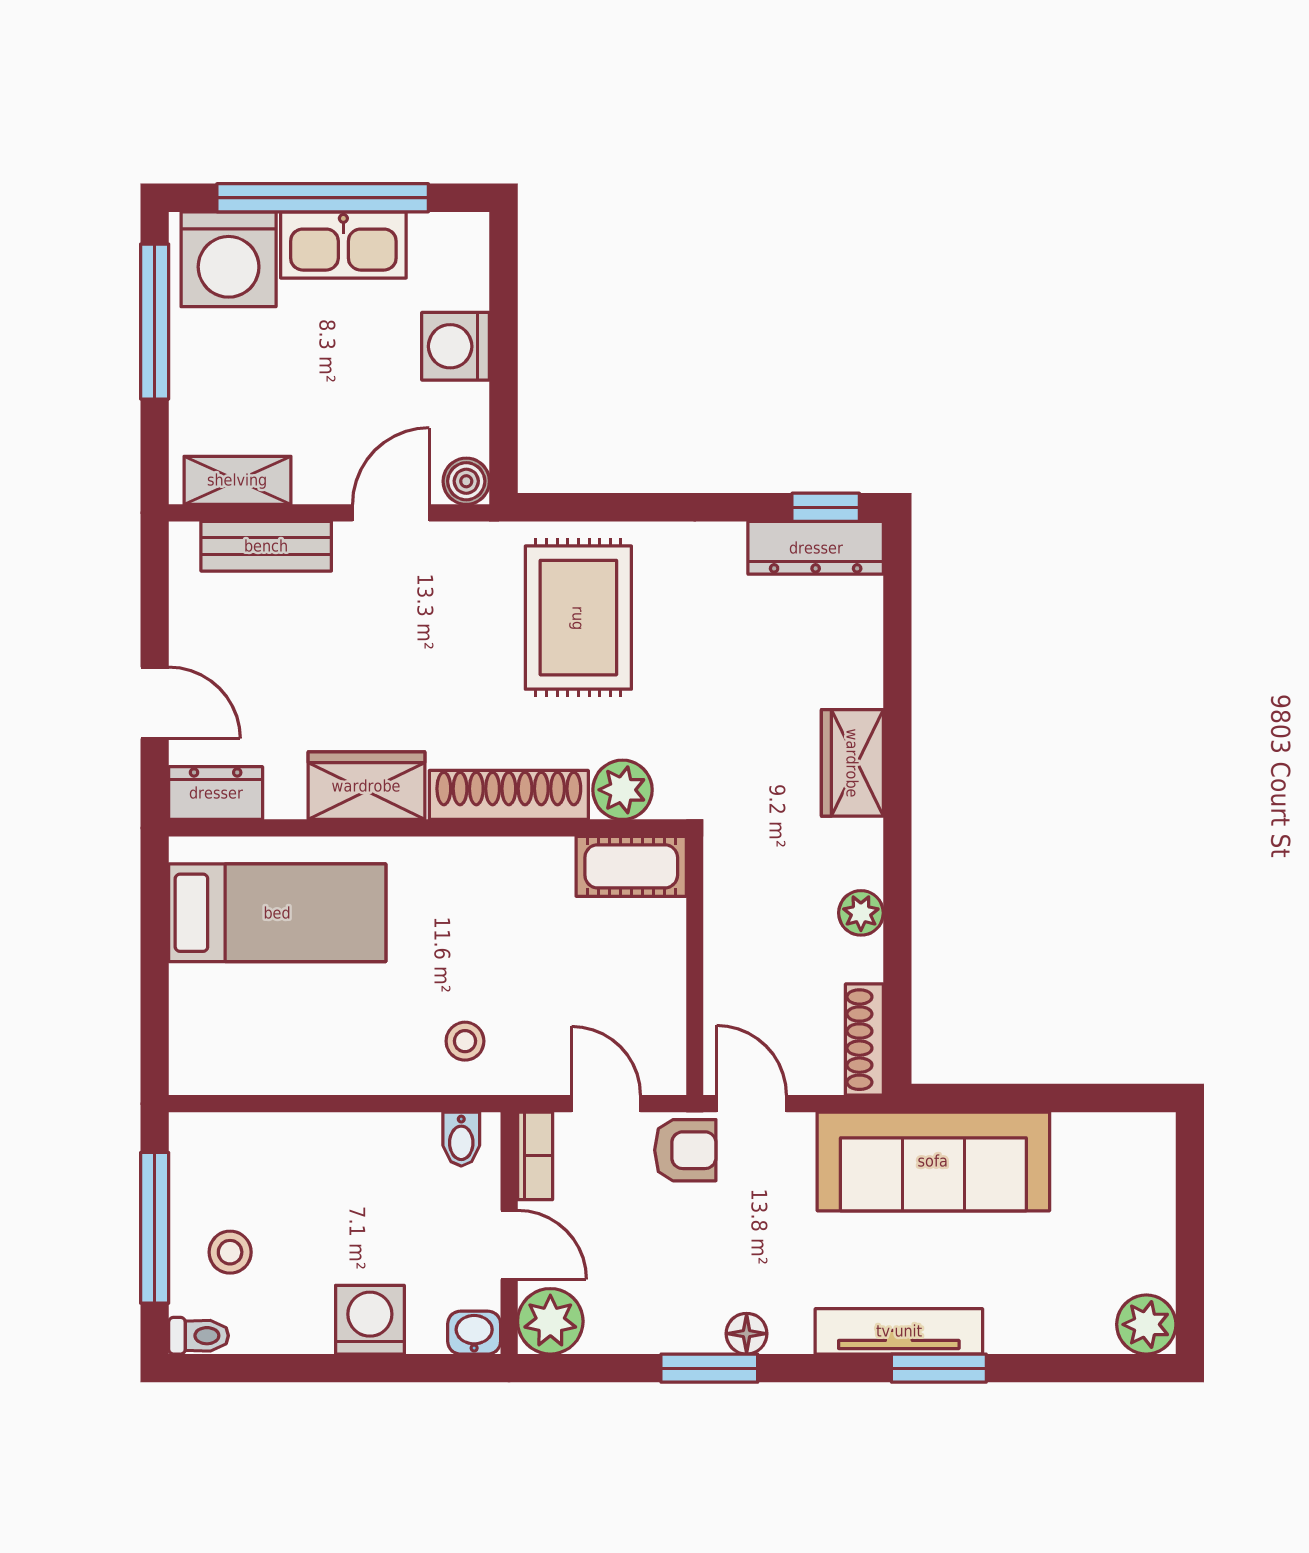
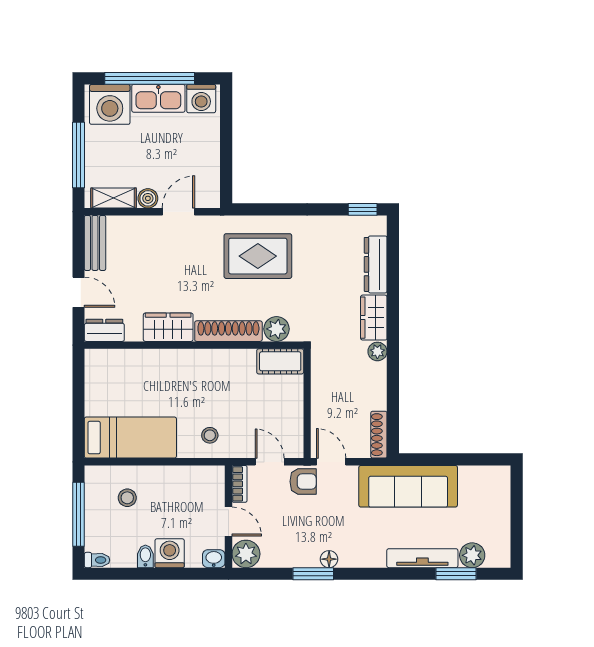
window: (155, 322) -> (78, 155), moved
washing machine: (456, 346) -> (201, 99), moved, turned -90
boiler: (466, 481) -> (148, 198), moved
bench: (266, 546) -> (95, 243), moved, turned 90
dresser: (816, 548) -> (376, 264), moved, turned 90
rug: (578, 618) -> (258, 256), turned 90
bed: (277, 913) -> (130, 438), moved
plant: (861, 913) -> (377, 351), moved
bidet: (461, 1139) -> (145, 556), moved, turned 180
stool: (230, 1252) -> (127, 498), moved
plant: (1146, 1324) -> (472, 555), moved
tv unit: (899, 1331) -> (422, 558), moved
window: (939, 1368) -> (456, 574), moved

